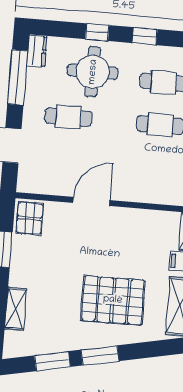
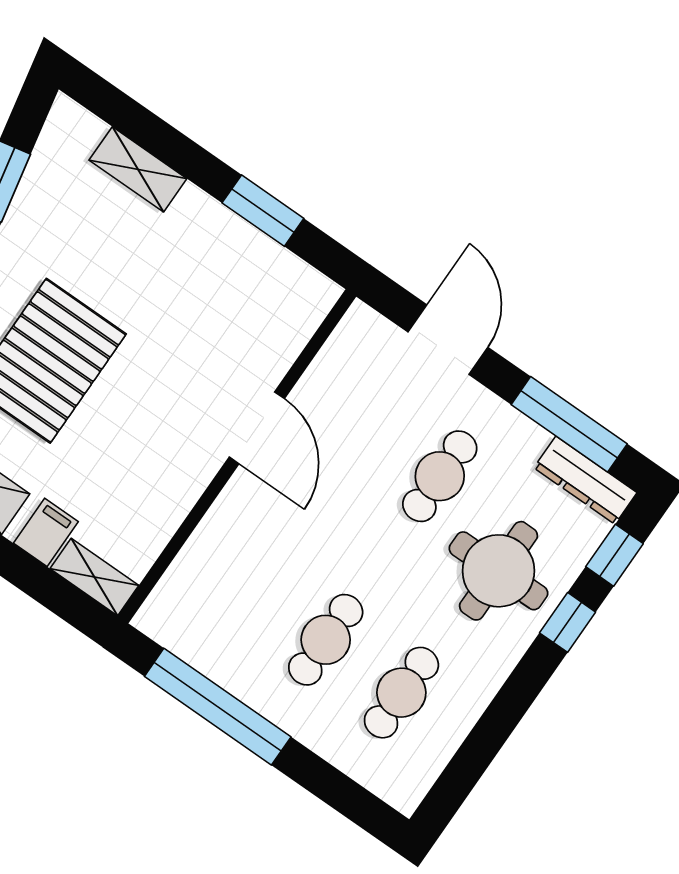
window: (145, 36) -> (614, 555), moved
dresser: (37, 51) -> (585, 480), width x1.44
pallet: (30, 218) -> (292, 294), removed

